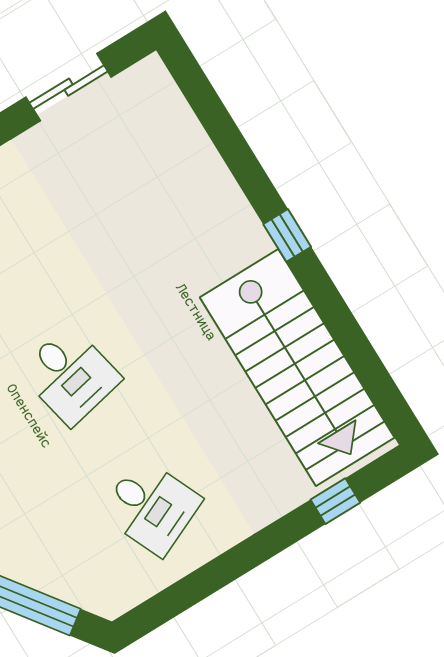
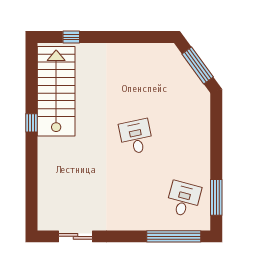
window: (287, 235) -> (32, 123), moved
desk: (151, 507) -> (136, 74), removed

